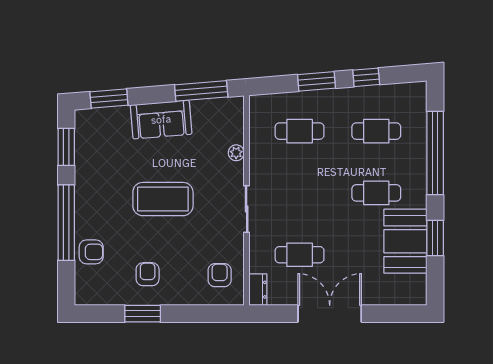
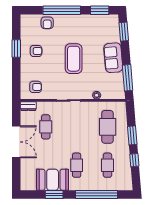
cafe table: (300, 131) -> (108, 127), width x1.37, depth x1.35

